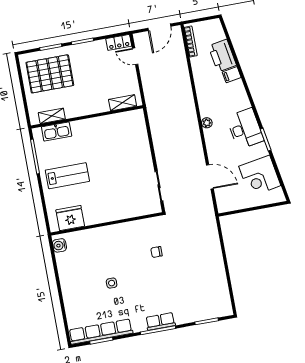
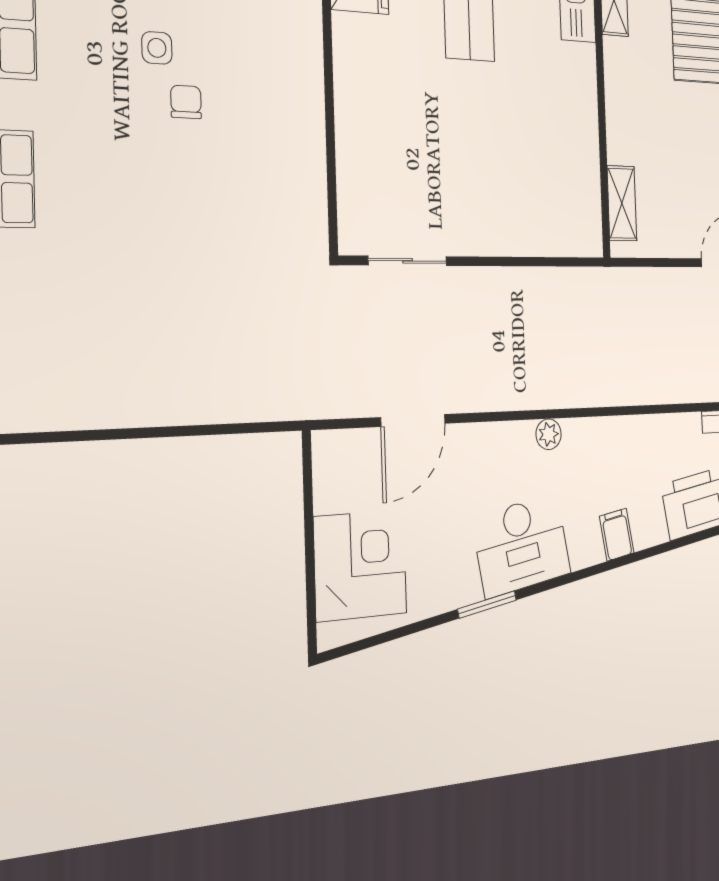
filing cabinet: (232, 75) -> (617, 535), moved
corner desk: (260, 176) -> (360, 565), moved, turned 100
chair: (156, 252) -> (186, 102), moved

